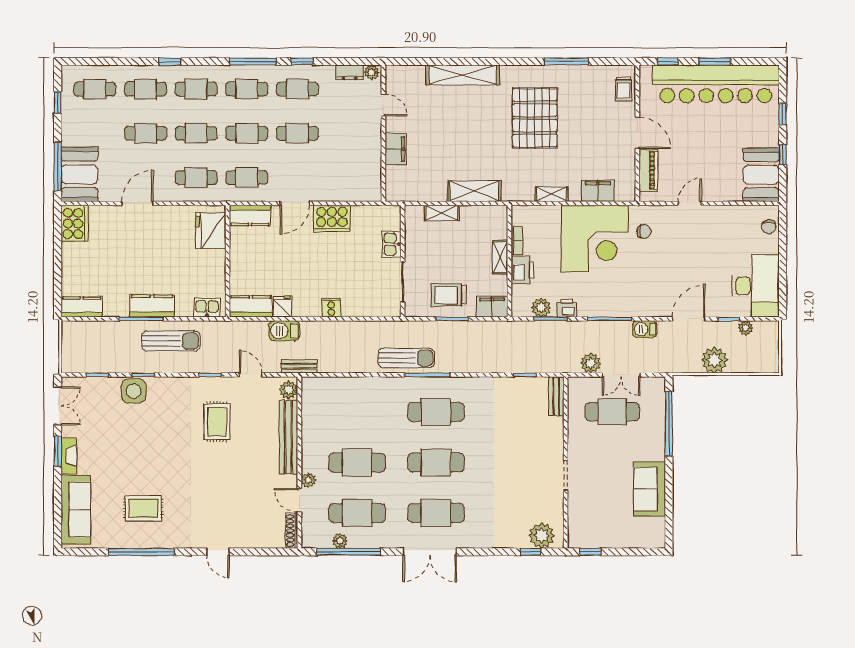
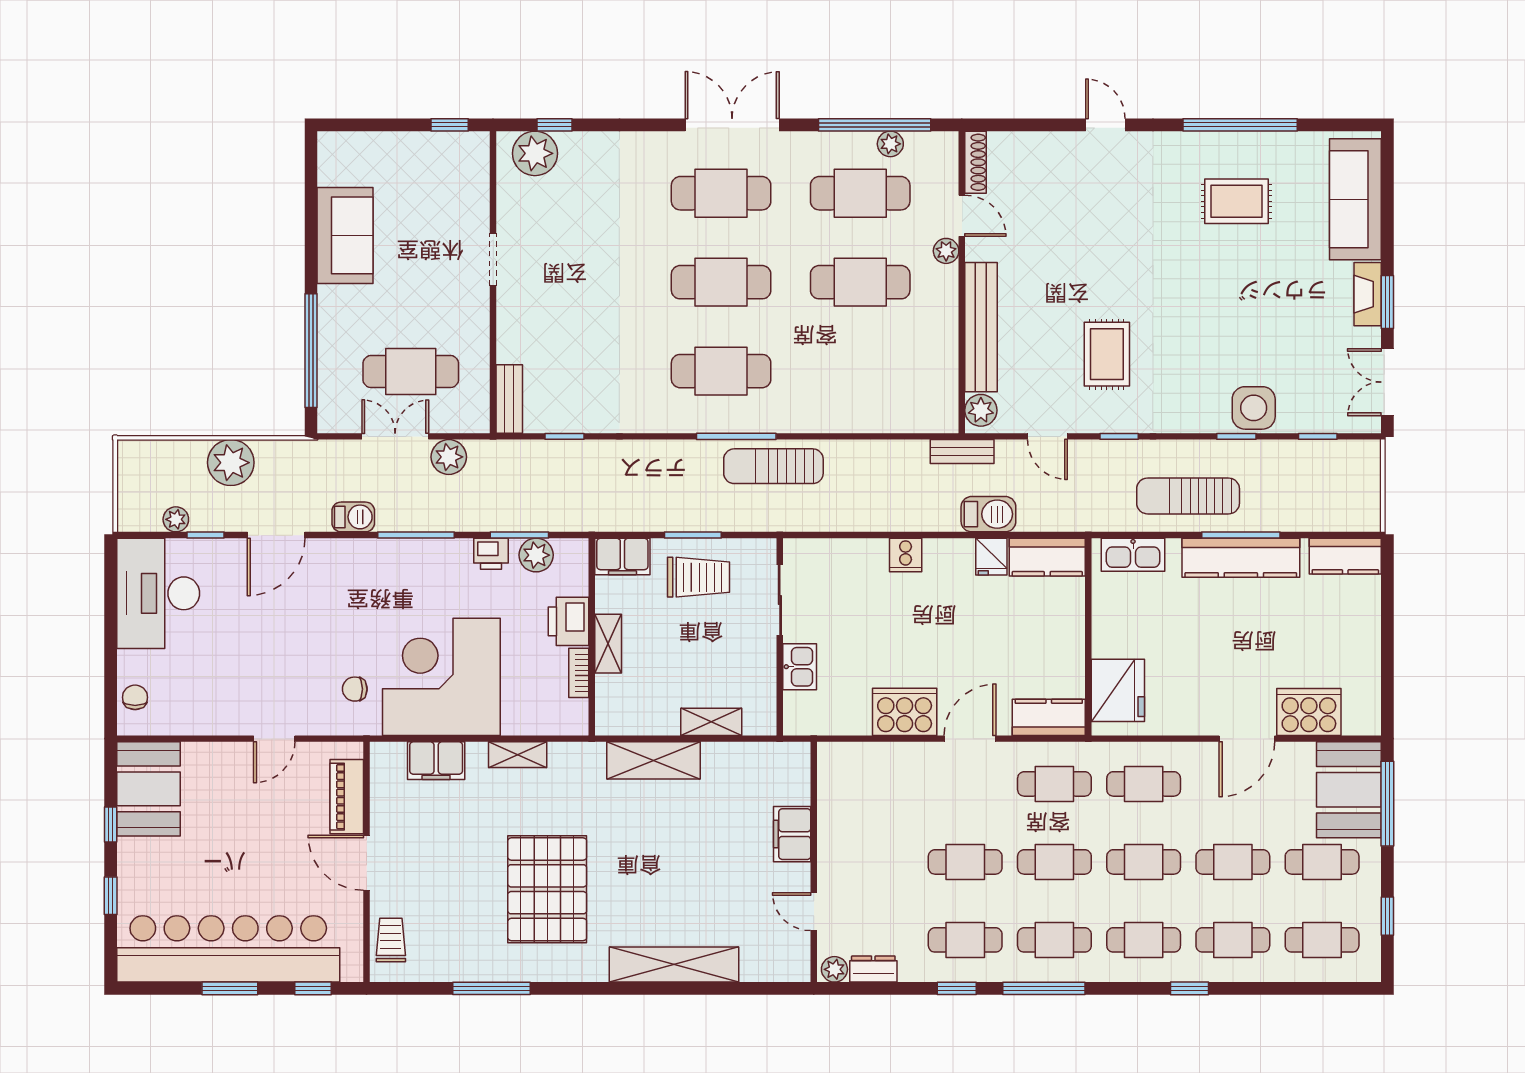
cafe table: (95, 133) -> (1322, 862), added
cooker: (75, 223) -> (1309, 712), moved, turned 90
kitchen counter: (152, 306) -> (1241, 558), width x1.50
kitchen sink: (207, 308) -> (1133, 555), width x1.38

